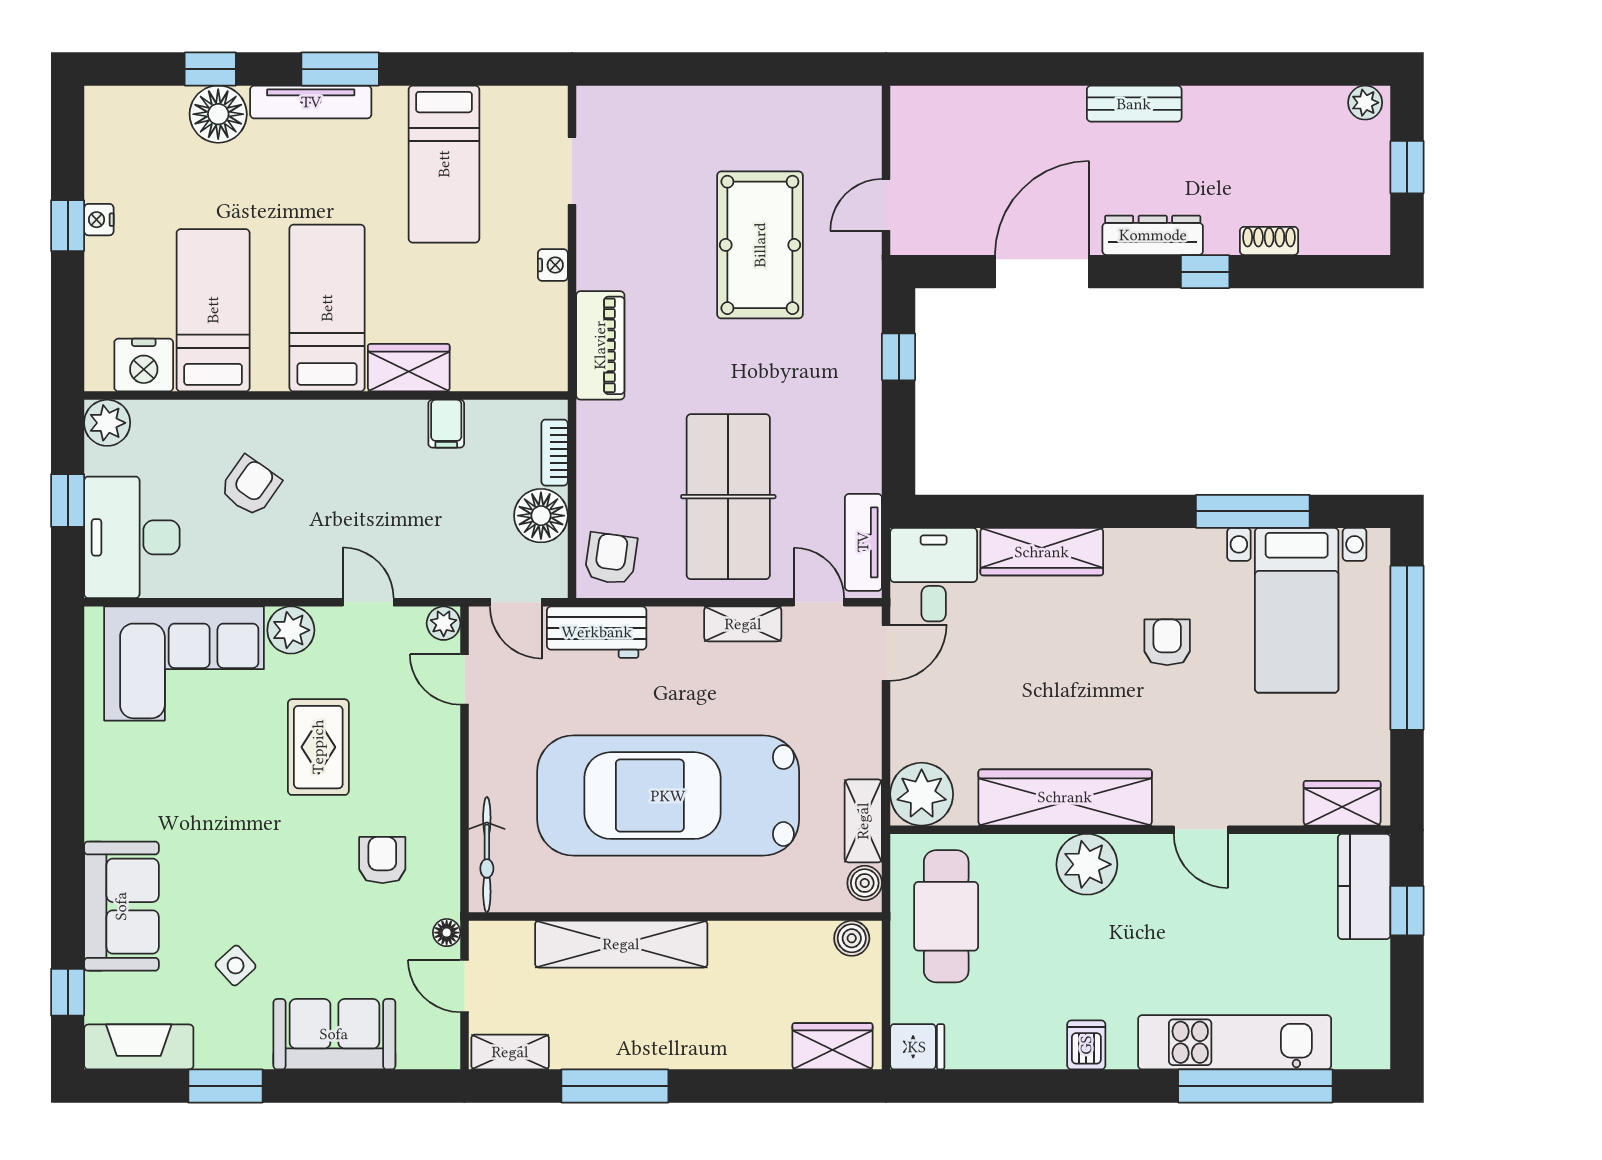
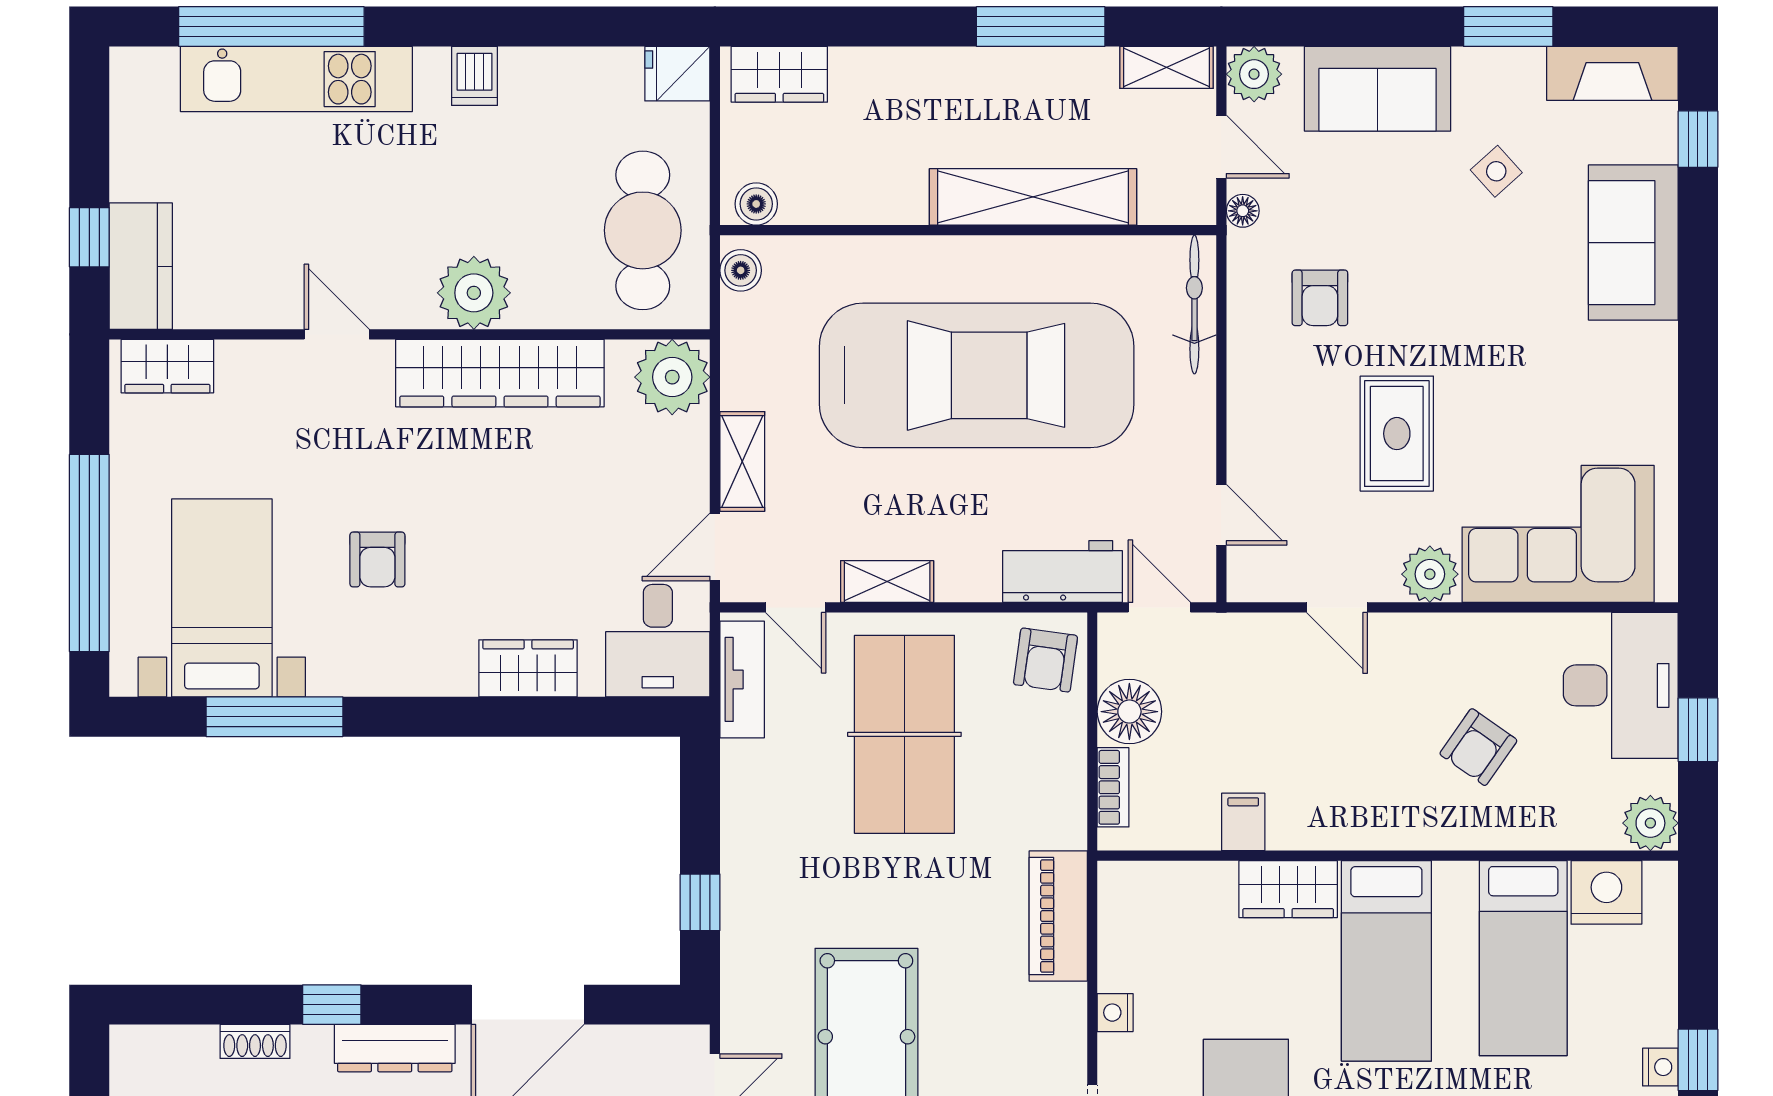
wardrobe: (1042, 552) -> (528, 668), width x0.67
plant: (444, 623) -> (1254, 74), moved, width x1.38, depth x1.38
shelving: (863, 821) -> (742, 461), moved

